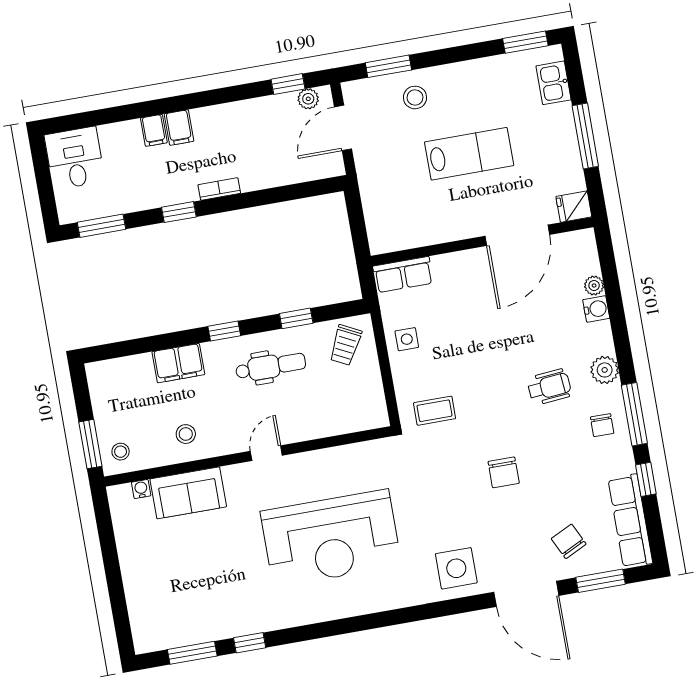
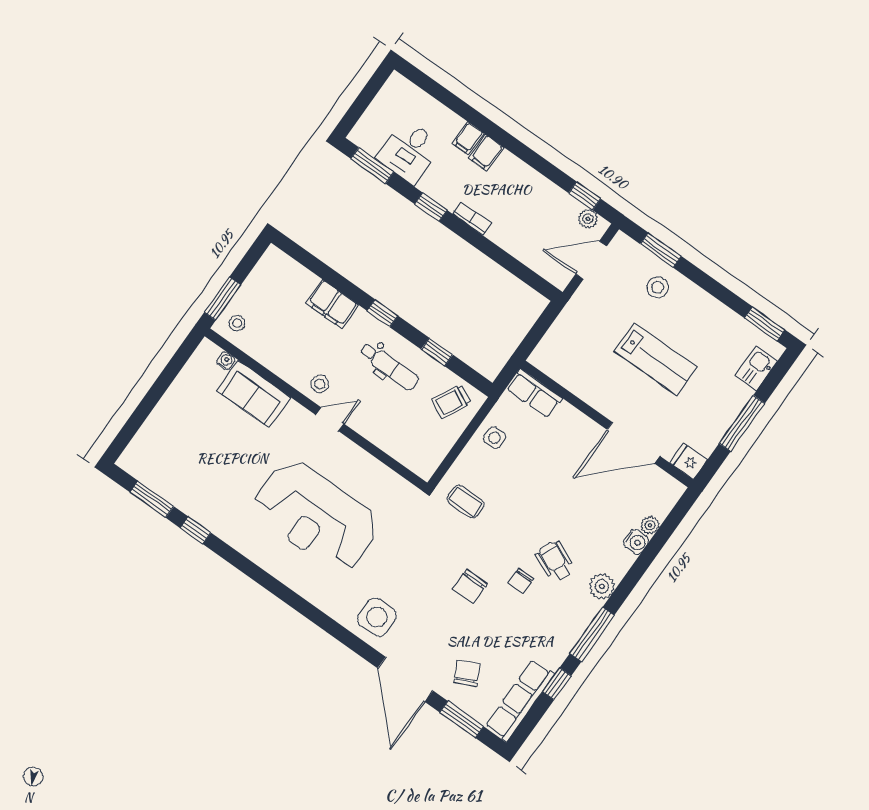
desk: (75, 158) -> (409, 151), moved, turned 180
wheelchair: (549, 387) -> (555, 561), turned -151
chair: (602, 425) -> (521, 581), moved
stool: (186, 434) -> (320, 384), moved

